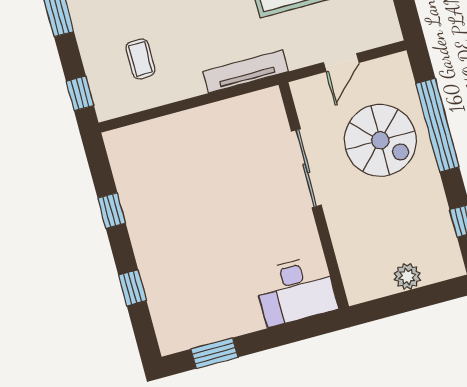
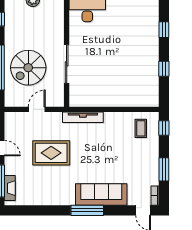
coffee table: (140, 59) -> (141, 128), moved
spiral stairs: (380, 140) -> (28, 68), turned -90

